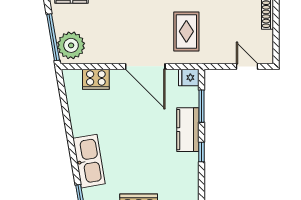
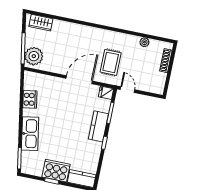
door: (145, 66) -> (79, 80), swing flipped
door: (247, 66) -> (128, 90), moved
cooker: (96, 79) -> (30, 99), moved, turned -100

